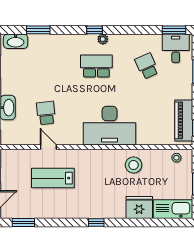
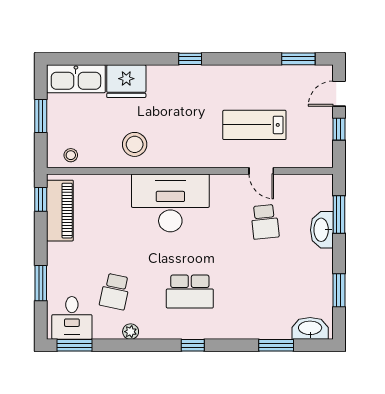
plant: (103, 39) -> (131, 332), moved
school desk: (147, 66) -> (115, 292), turned 36
lab bench: (53, 178) -> (254, 125), turned 180

